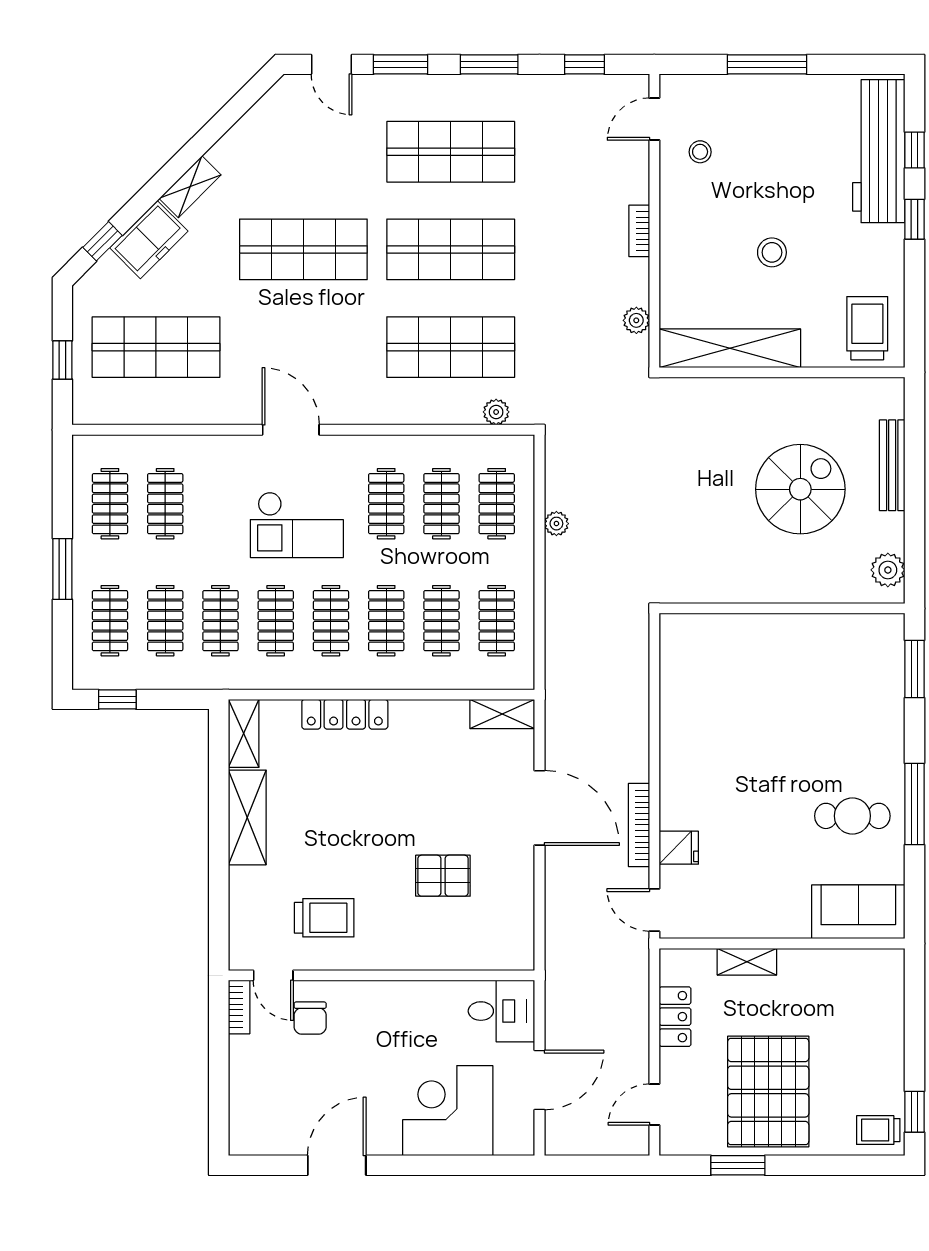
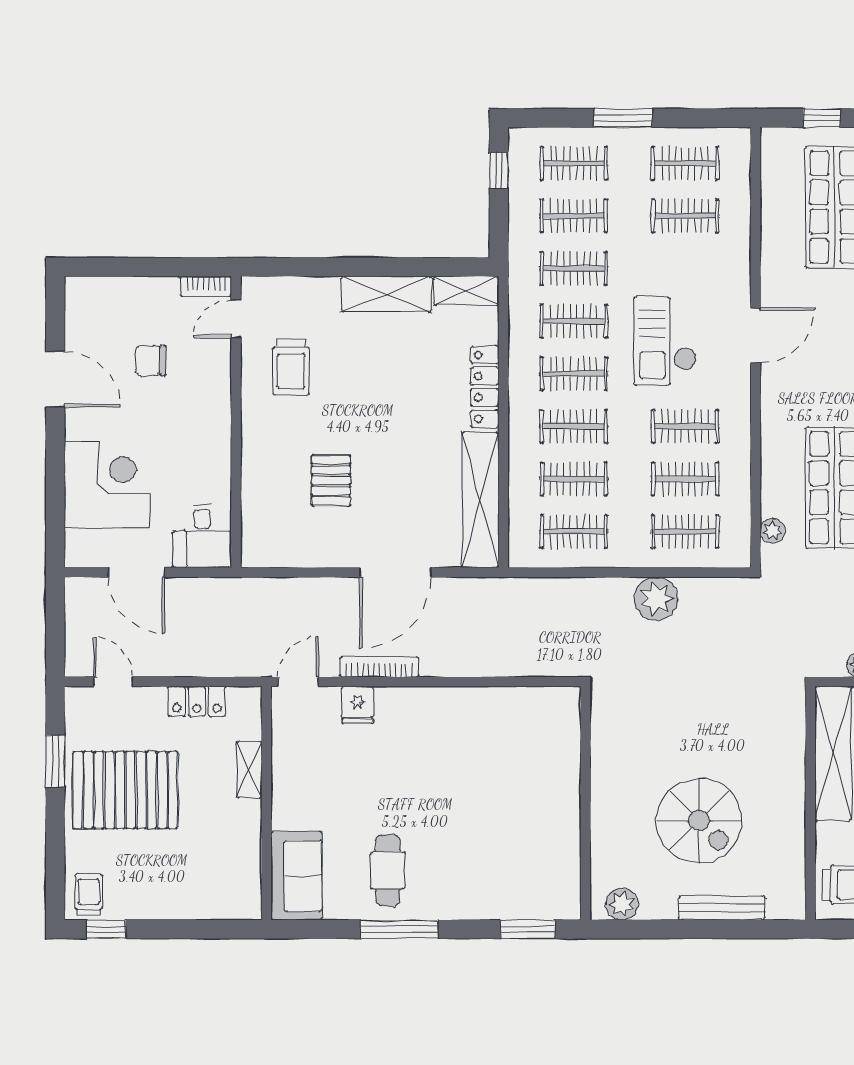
plant: (556, 524) -> (656, 599), width x1.88, depth x1.88
shelving: (502, 714) -> (480, 500), width x2.20, depth x1.33
chair: (310, 1018) -> (151, 361), moved

